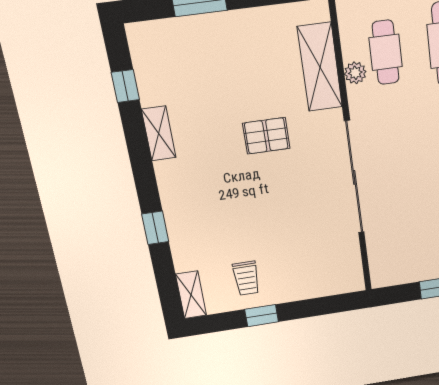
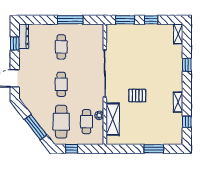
trolley: (246, 278) -> (155, 37), removed
window: (323, 306) -> (125, 20), added

